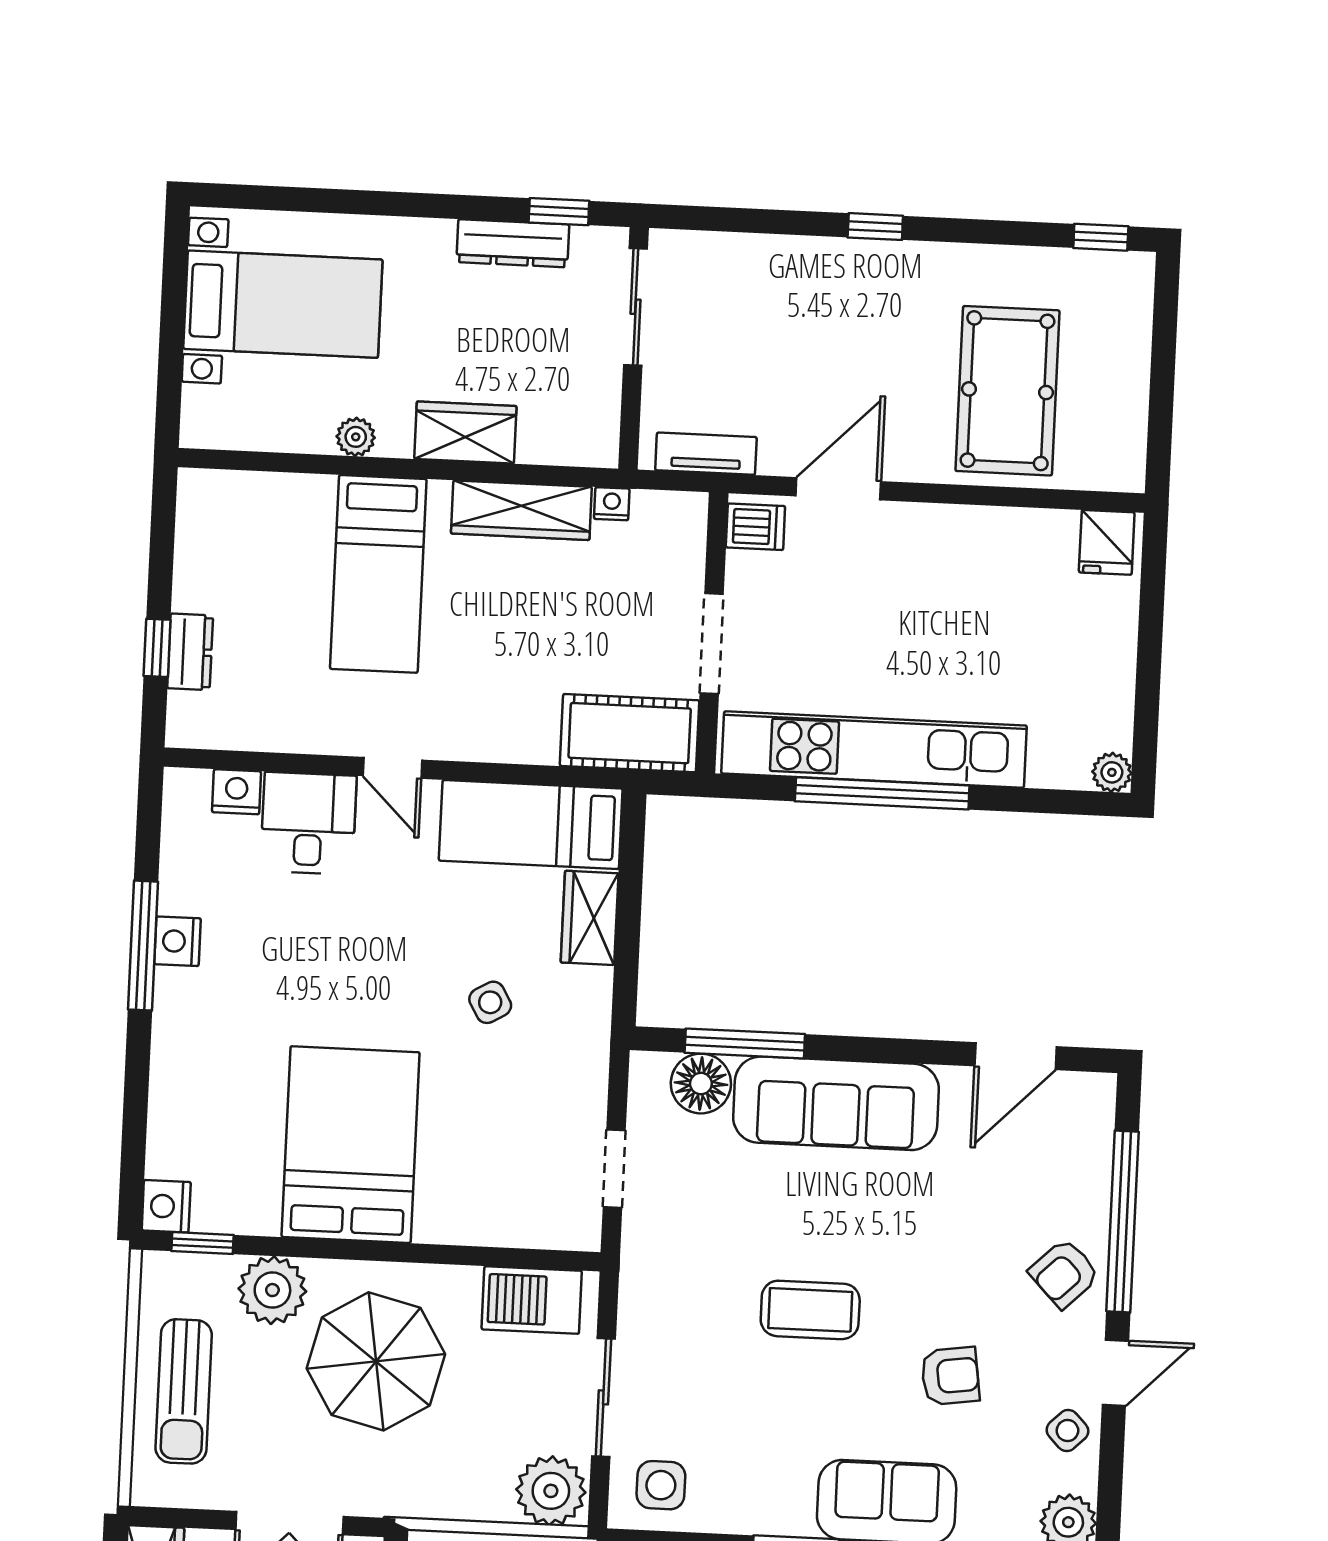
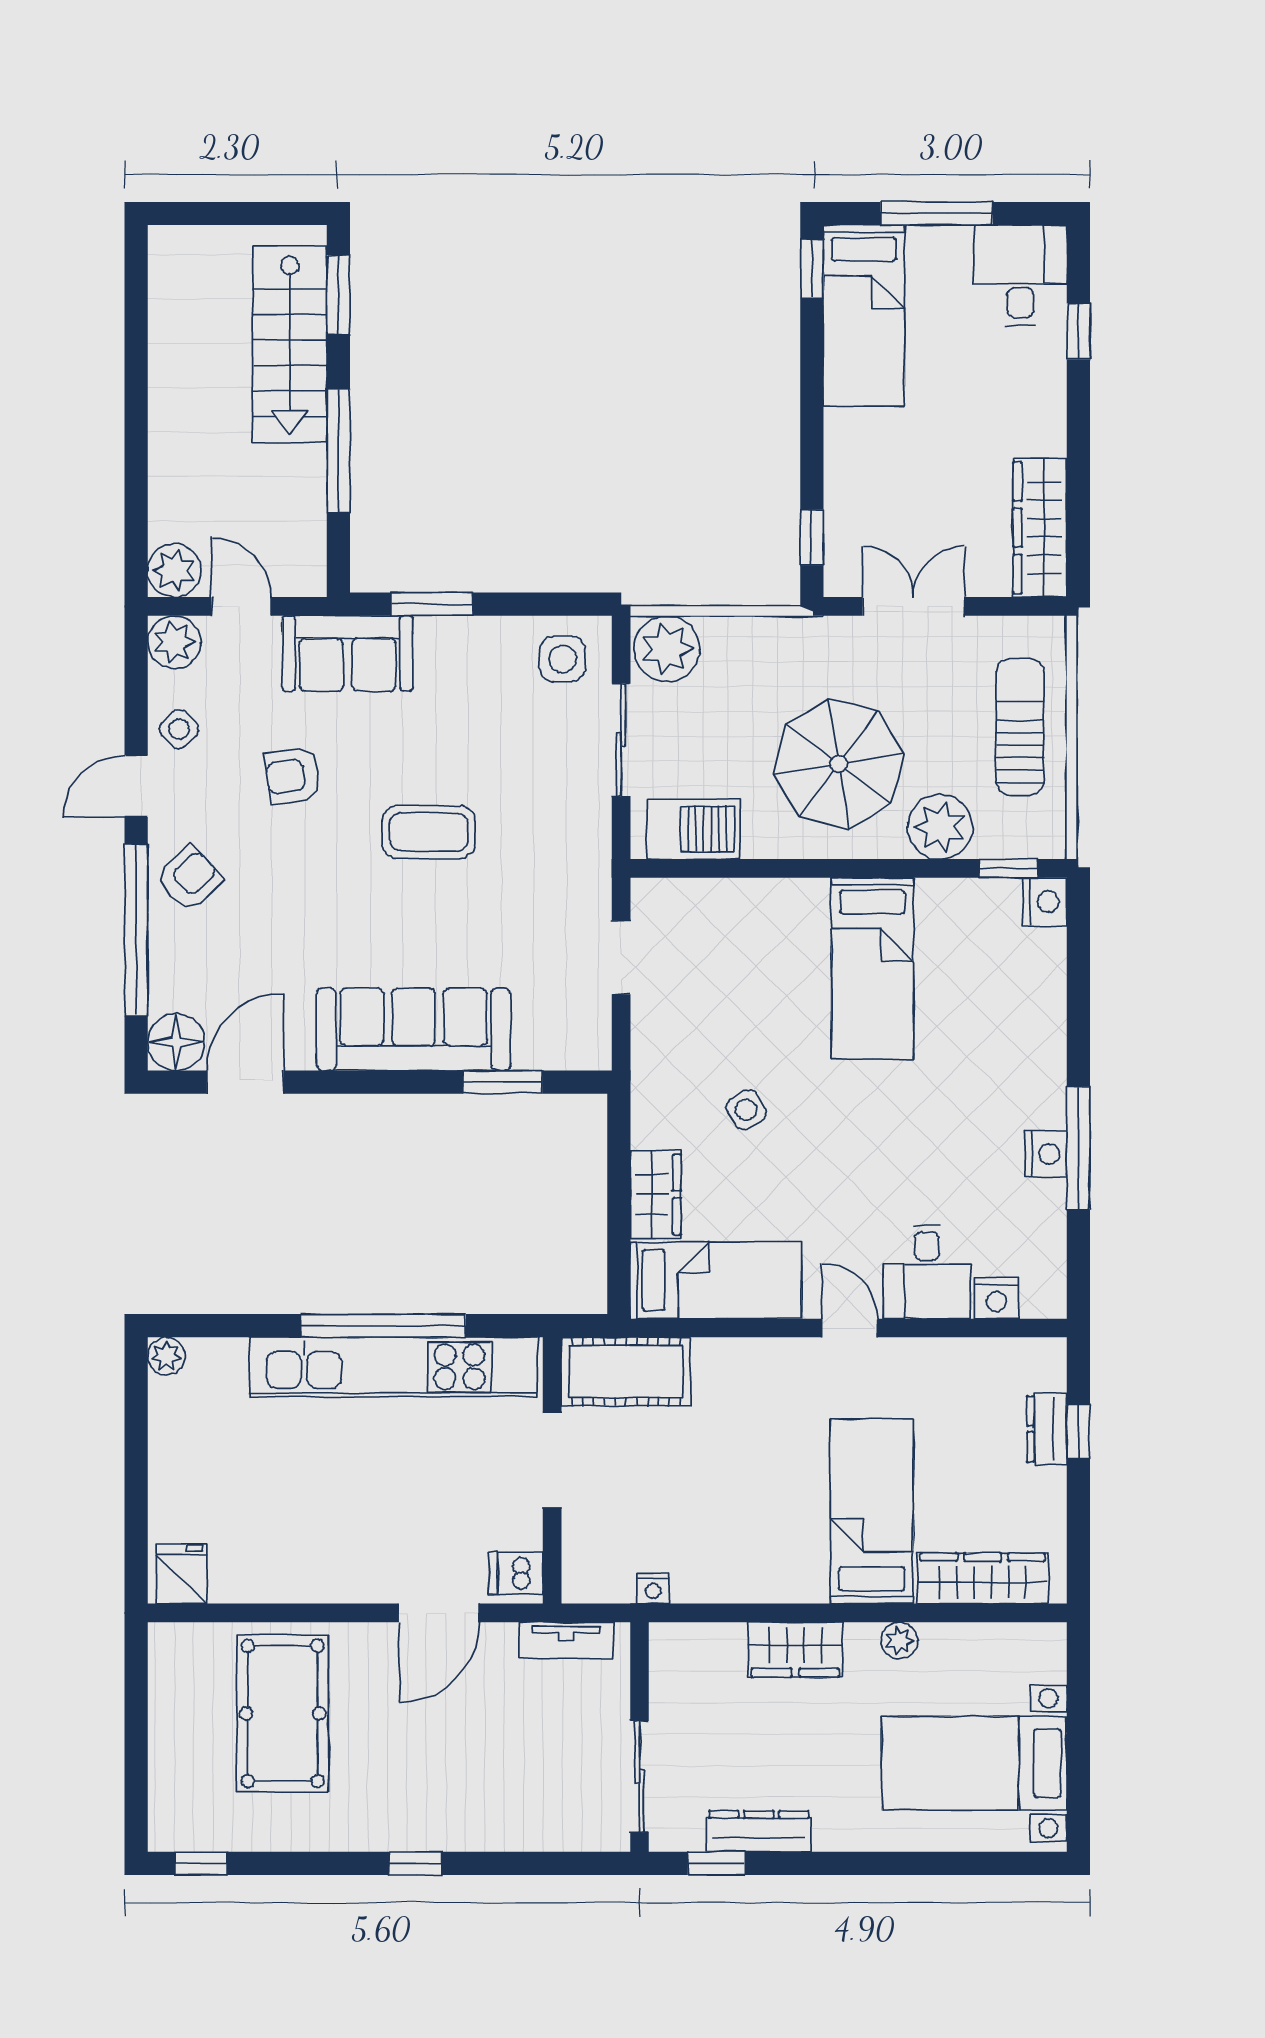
wardrobe: (521, 510) -> (983, 1578), moved
window: (745, 1043) -> (503, 1082), width x0.69
floor lamp: (701, 1084) -> (176, 1042), moved
bed: (351, 1145) -> (872, 968), width x0.67

